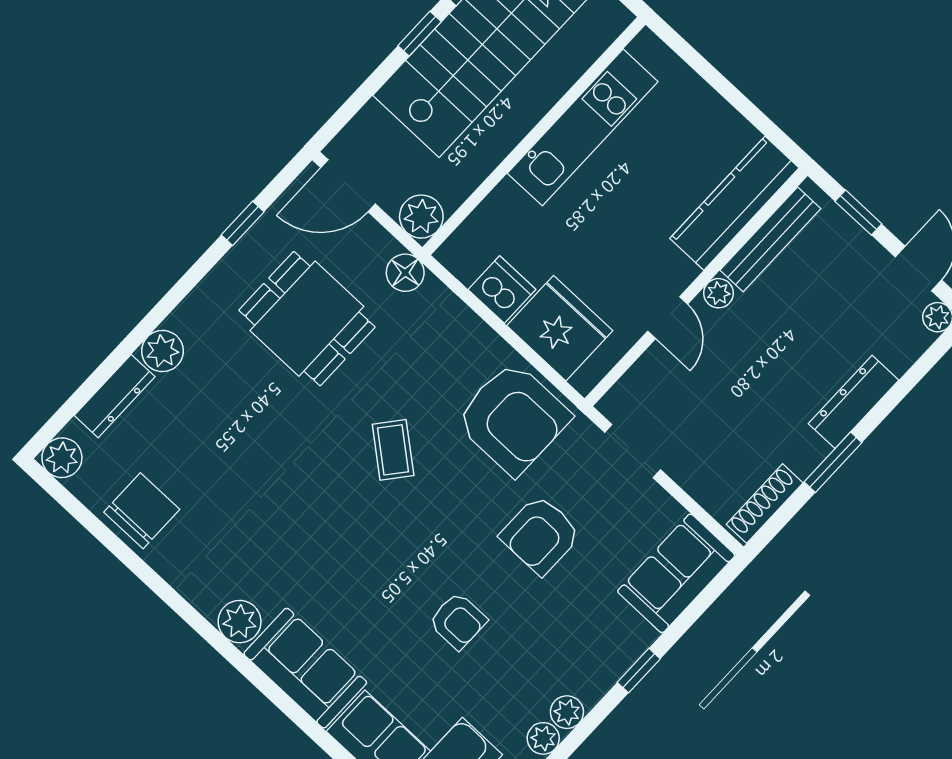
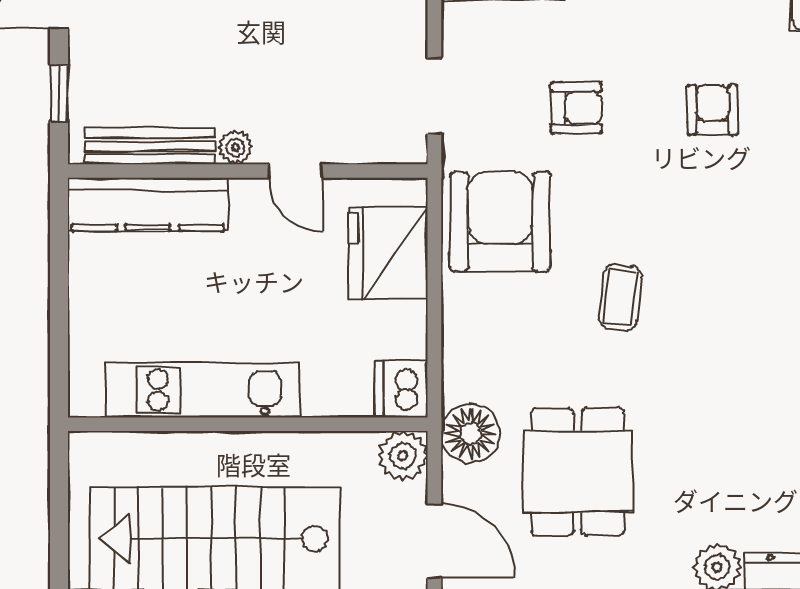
floor lamp: (405, 273) -> (471, 433), width x1.38, depth x1.38
dishwasher: (502, 290) -> (401, 389), moved
door: (668, 318) -> (296, 171), swing flipped
coffee table: (393, 450) -> (620, 297), turned -33
armchair: (540, 535) -> (576, 108), width x0.72, depth x0.72

